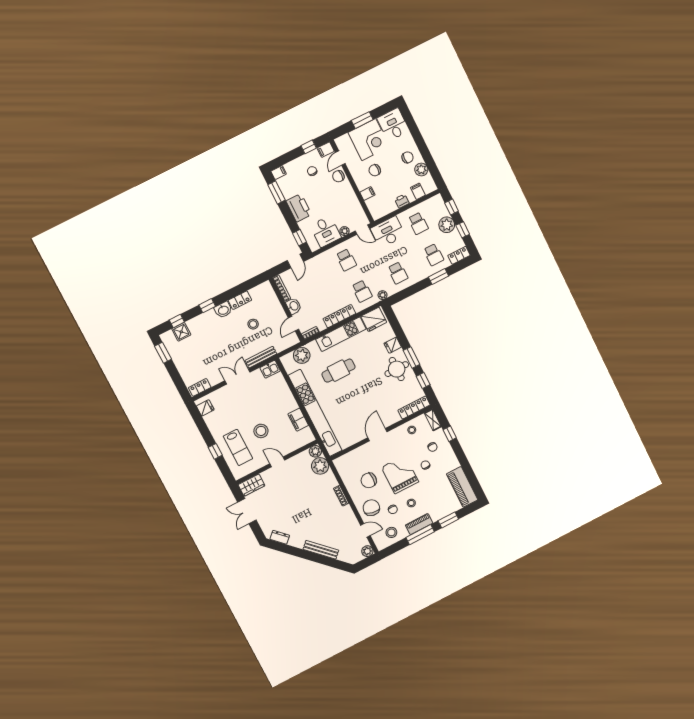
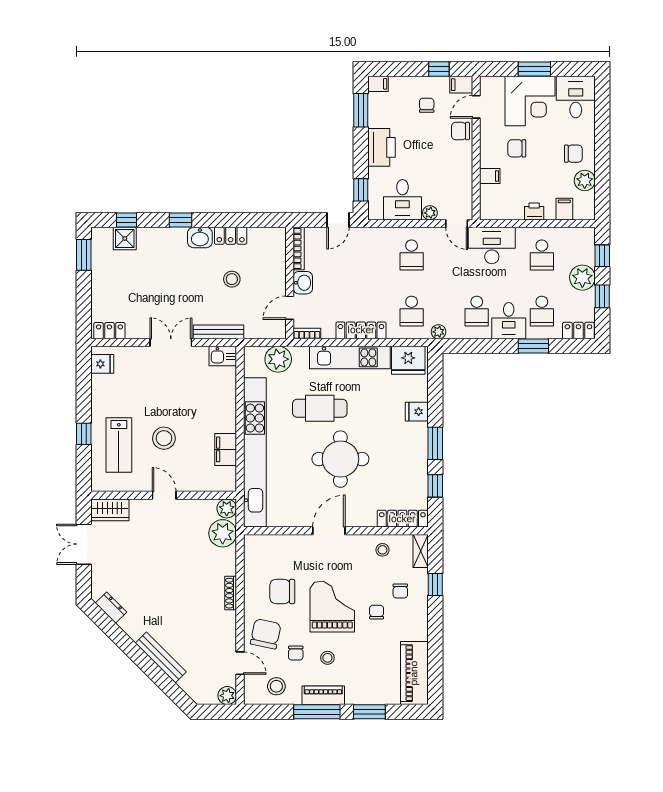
desk: (418, 269) -> (509, 321), added
round table: (397, 369) -> (340, 459), moved, width x1.36, depth x1.36

